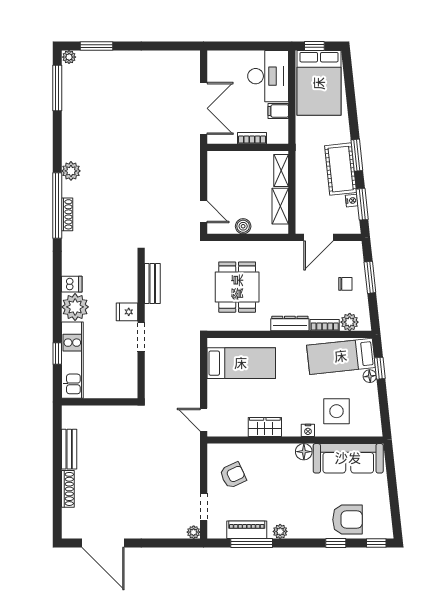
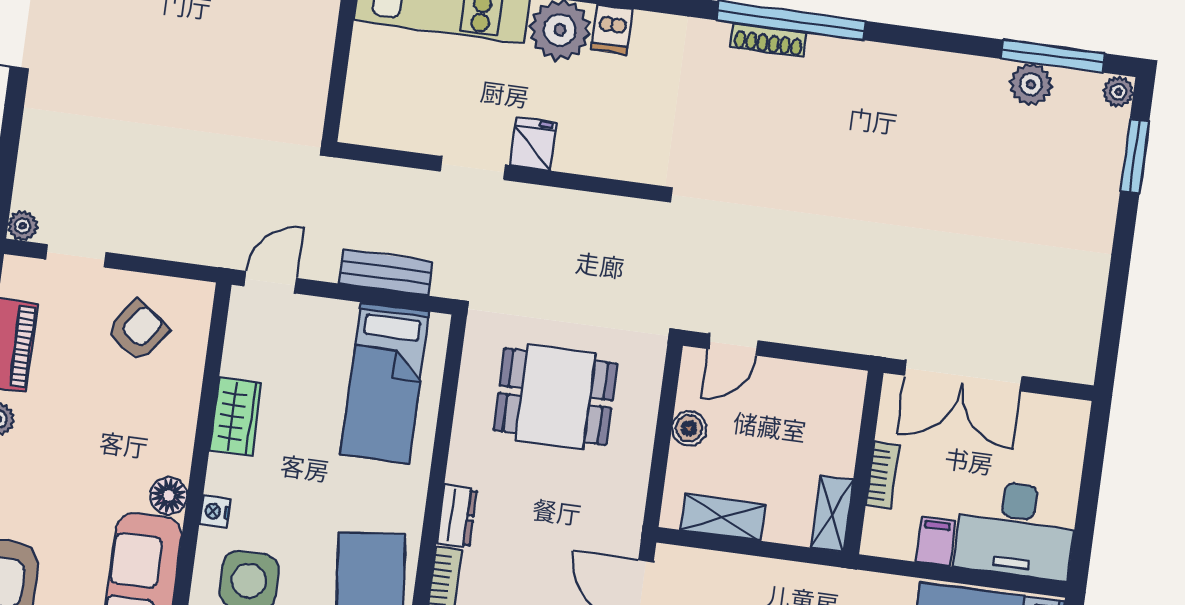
shelving: (281, 170) -> (832, 514), moved, turned 90
plant: (71, 171) -> (1031, 84), moved
bench: (152, 283) -> (386, 272), moved
dresser: (290, 323) -> (457, 516), width x0.70
armchair: (233, 475) -> (138, 331), turned -119

